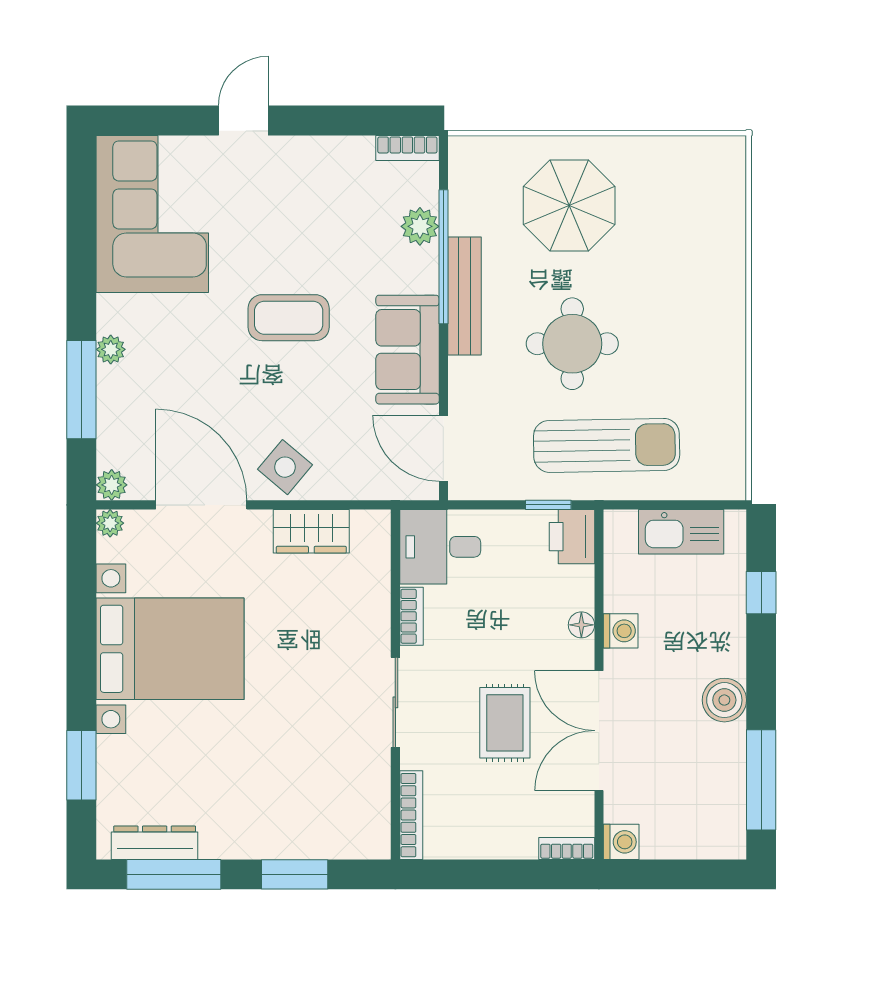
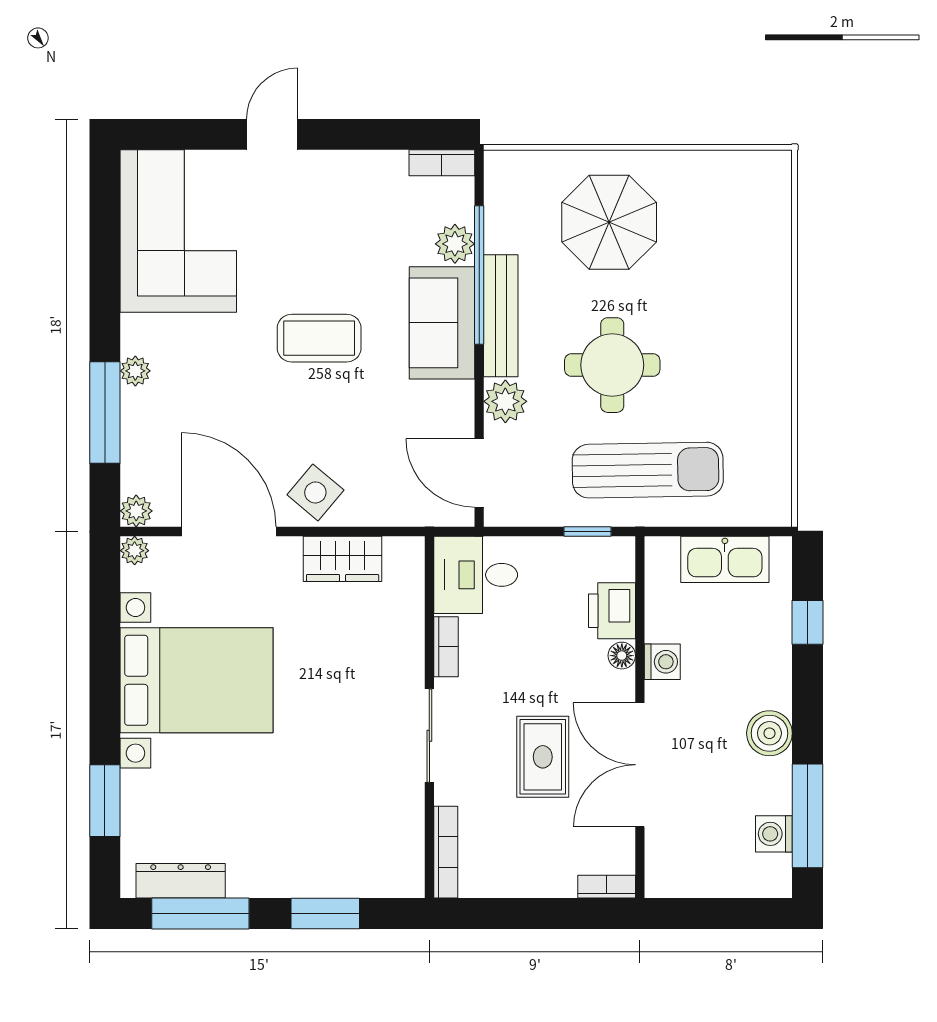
sofa: (407, 350) -> (442, 323), moved
plant: (469, 379) -> (505, 401), added
printer: (572, 537) -> (612, 611), moved
washing machine: (621, 842) -> (774, 834), moved, turned 180

